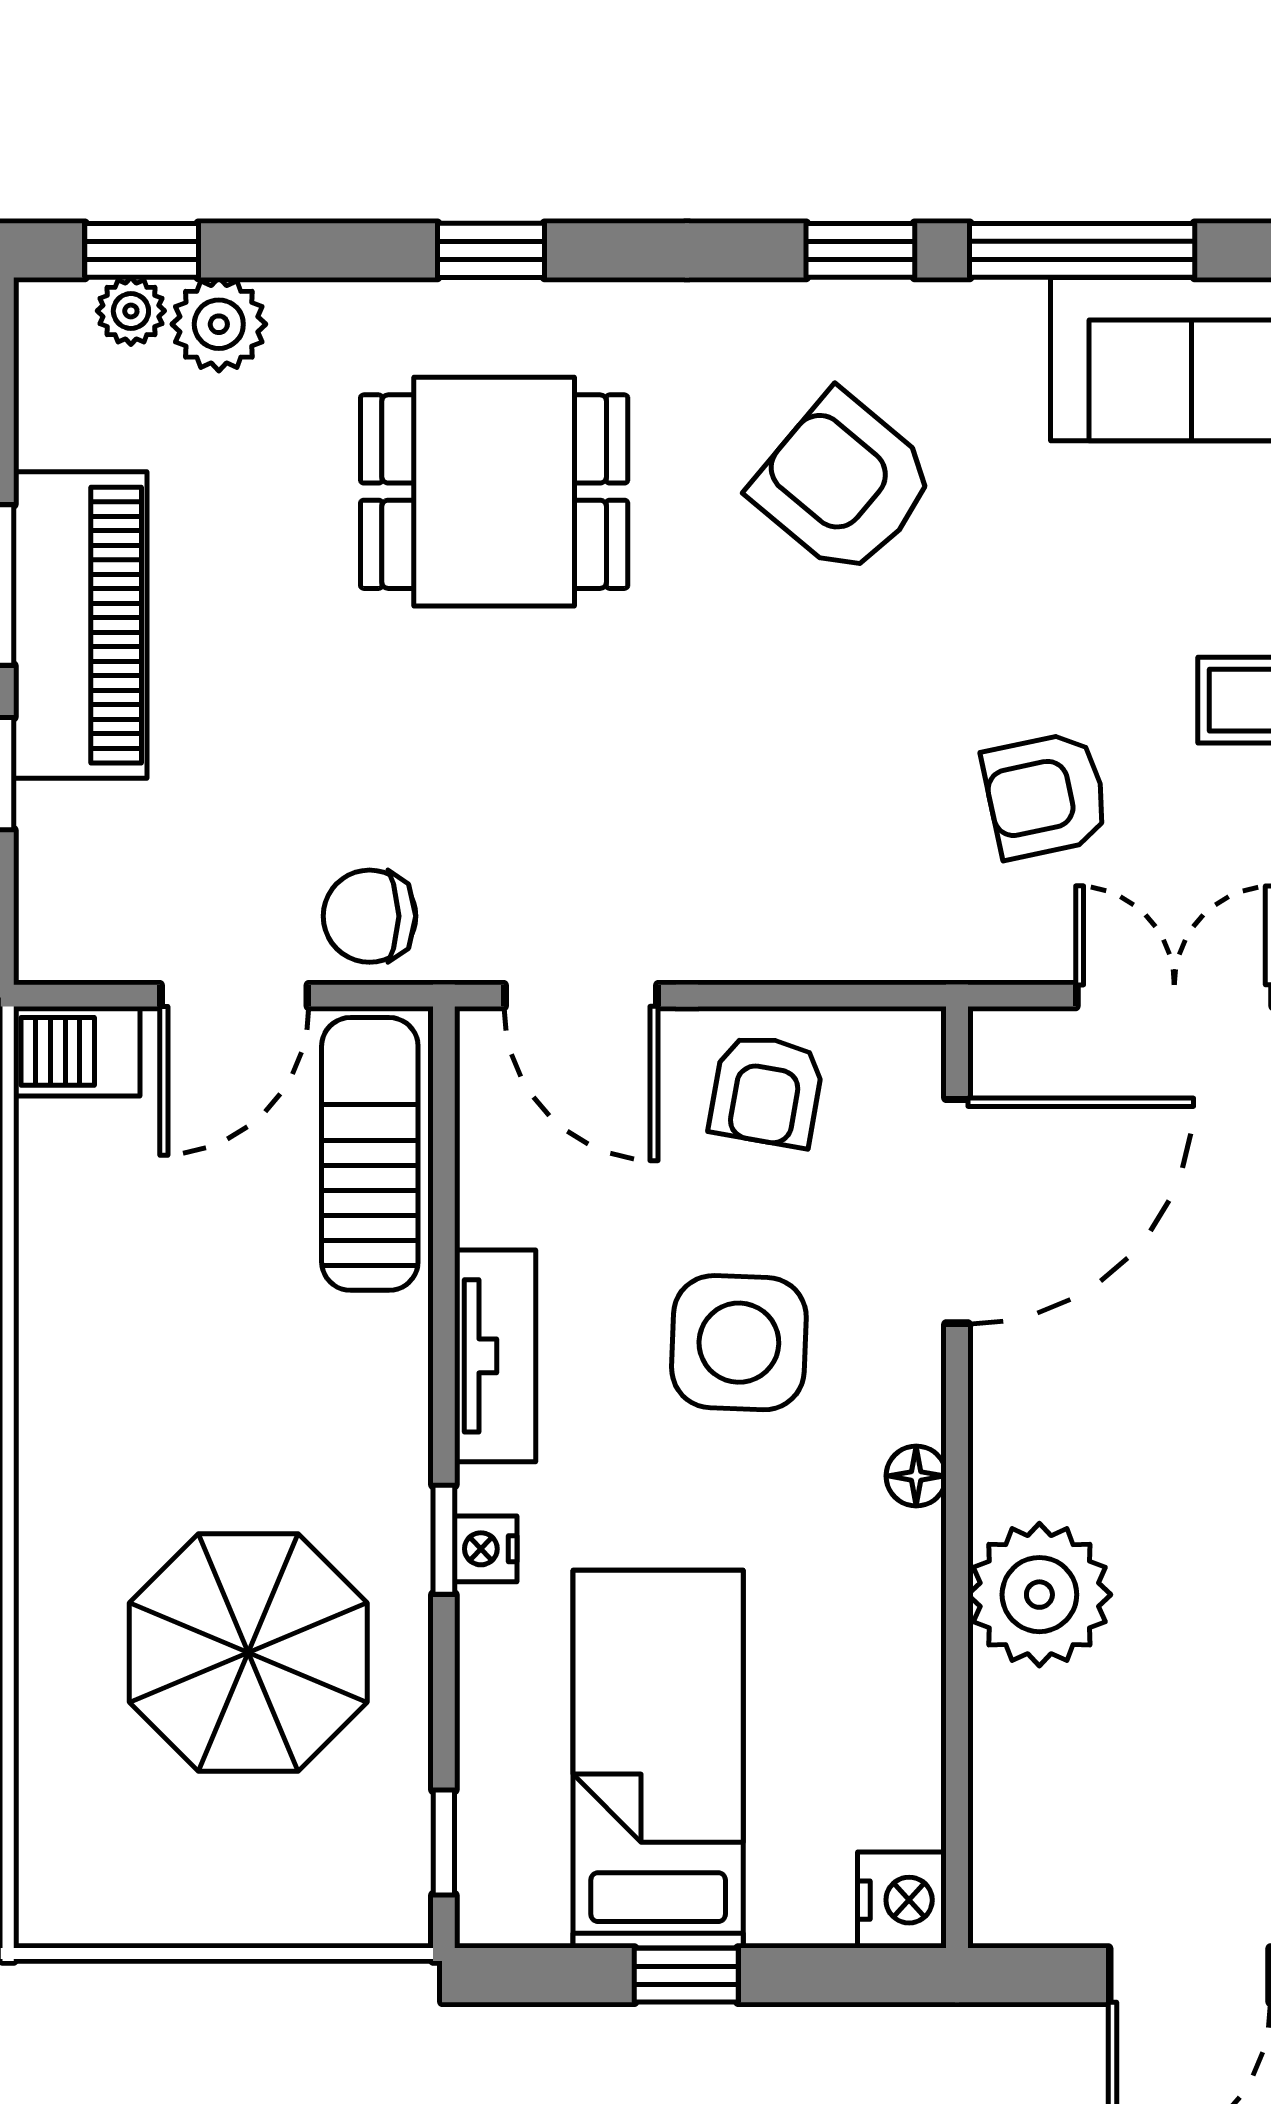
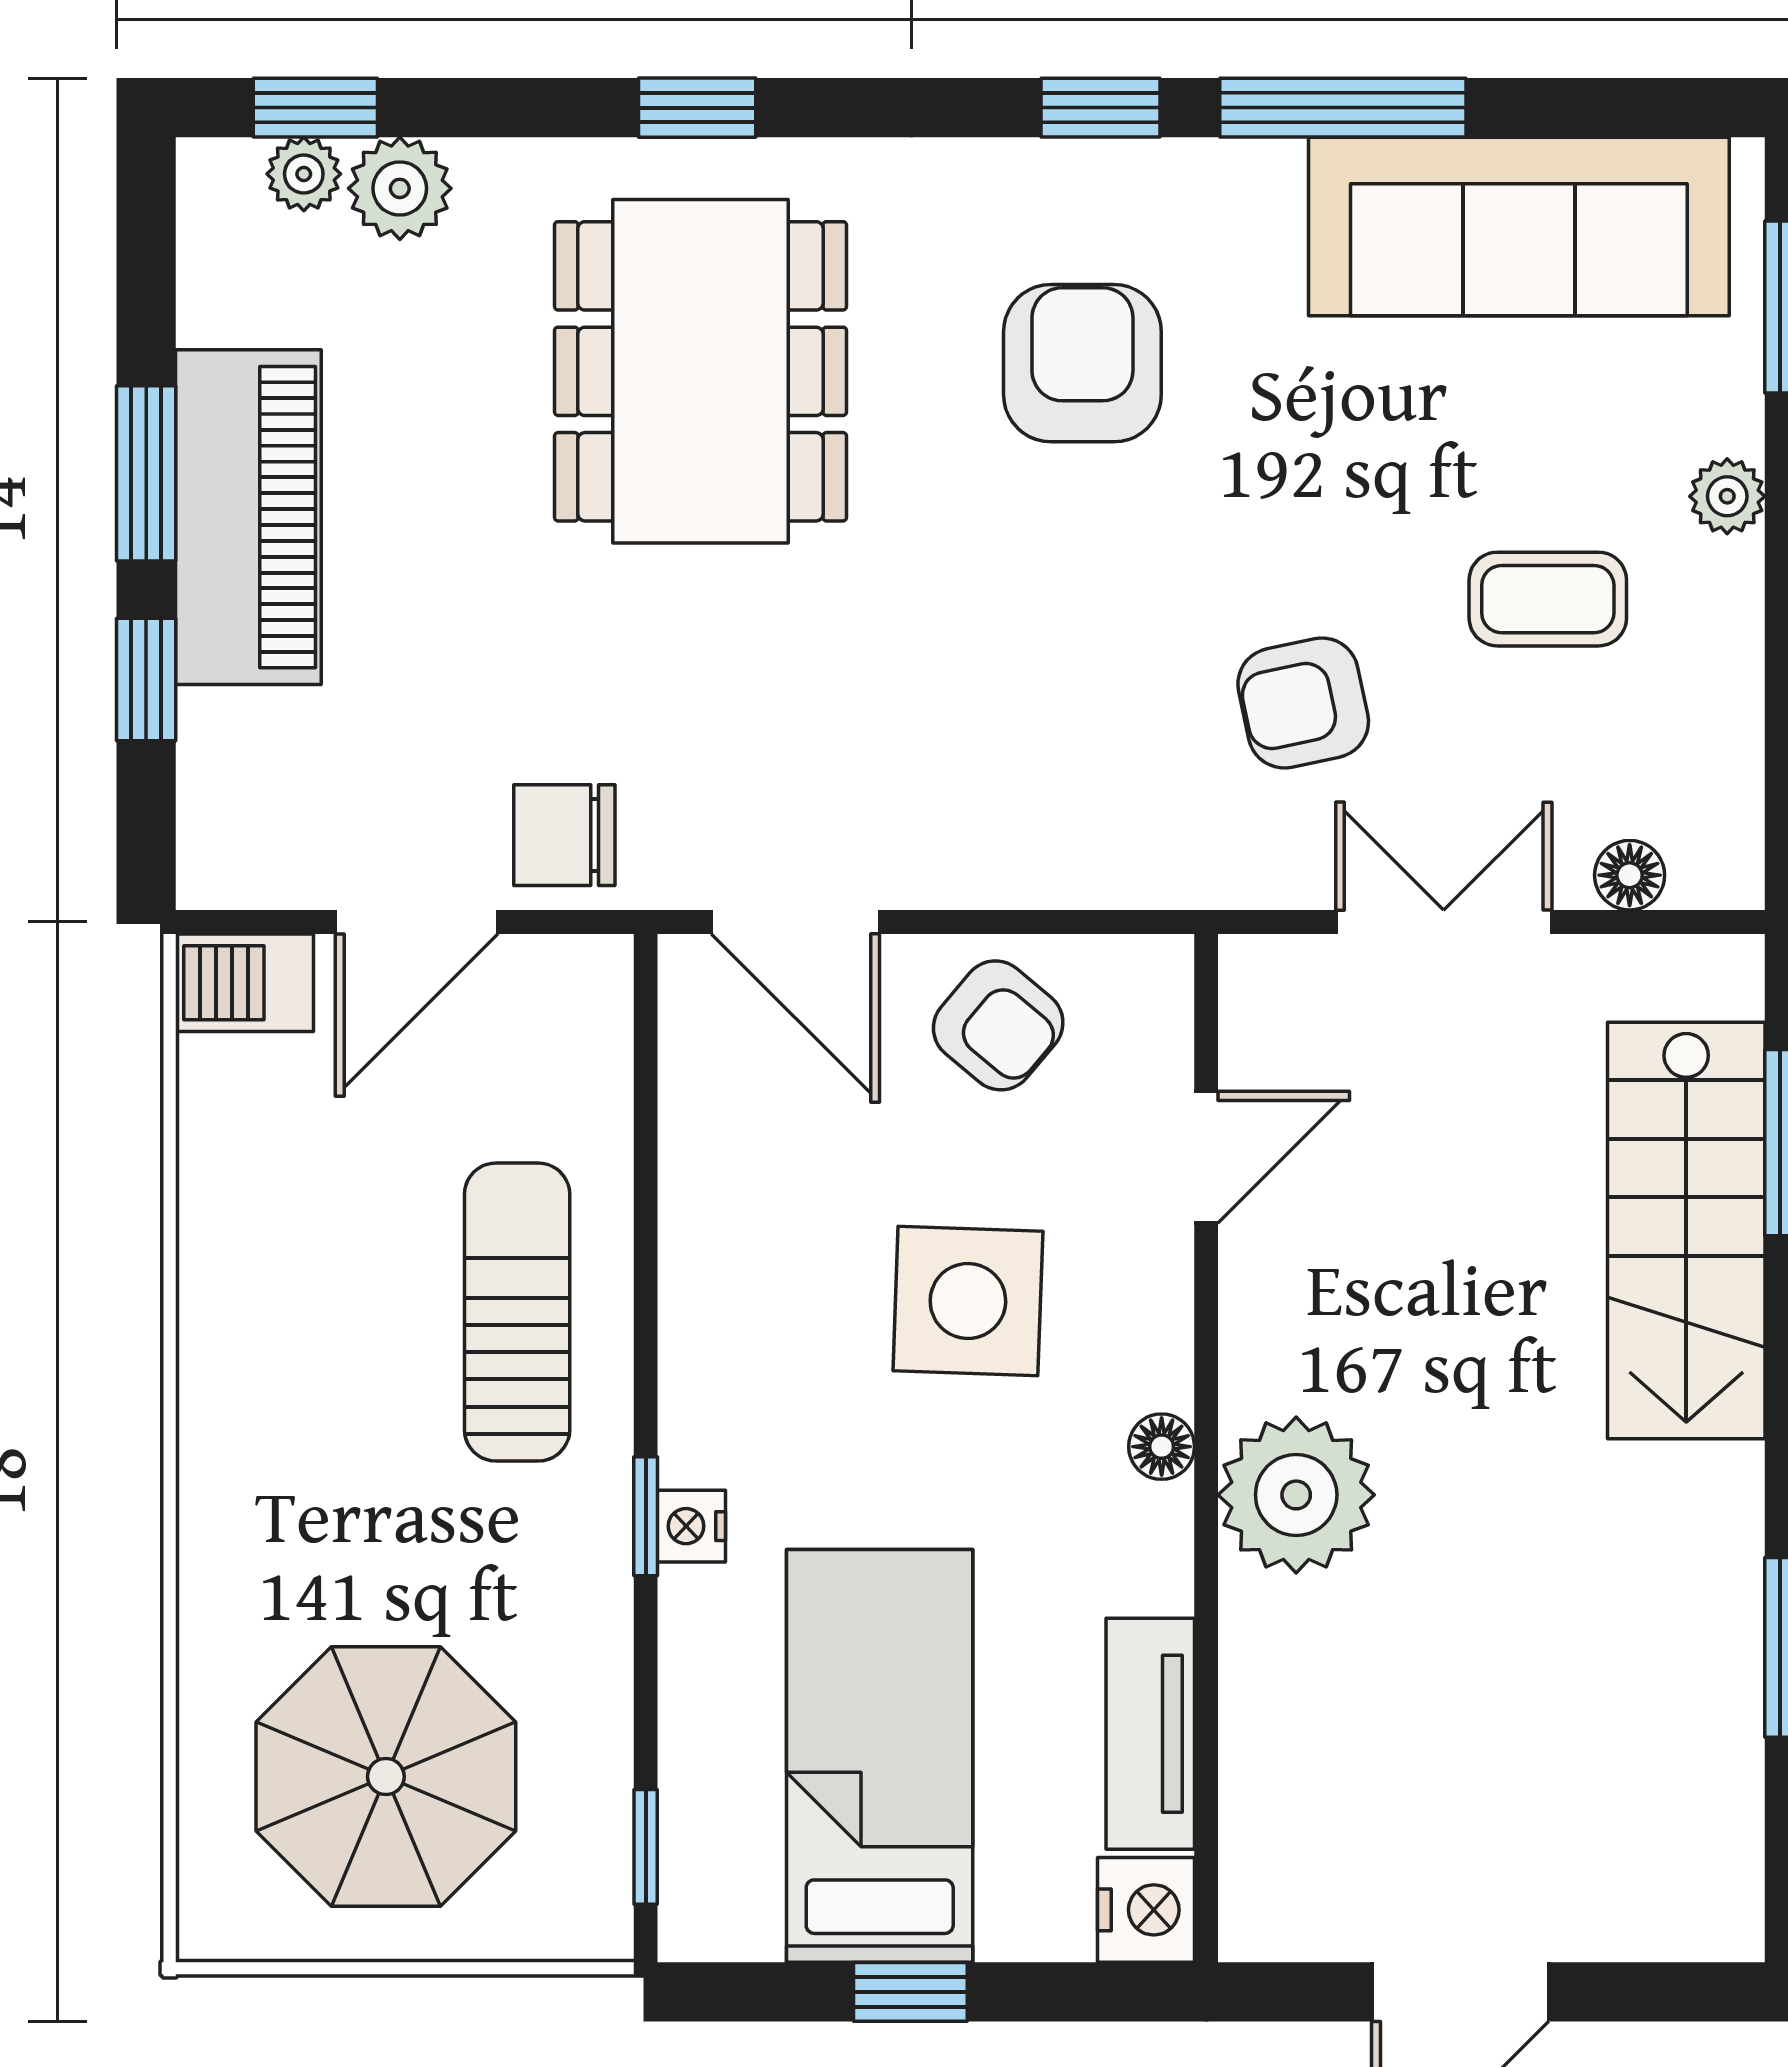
armchair: (844, 484) -> (1082, 363), turned 50
dining table: (494, 492) -> (701, 371), width x1.38
armchair: (767, 1090) -> (998, 1025), turned -60
sun lounger: (370, 1154) -> (517, 1312), moved
door: (957, 1211) -> (1206, 1157), width x0.53
tv unit: (495, 1356) -> (1150, 1734), moved, turned 180
plant: (1039, 1595) -> (1296, 1495), moved
parasol: (248, 1652) -> (386, 1777), moved

